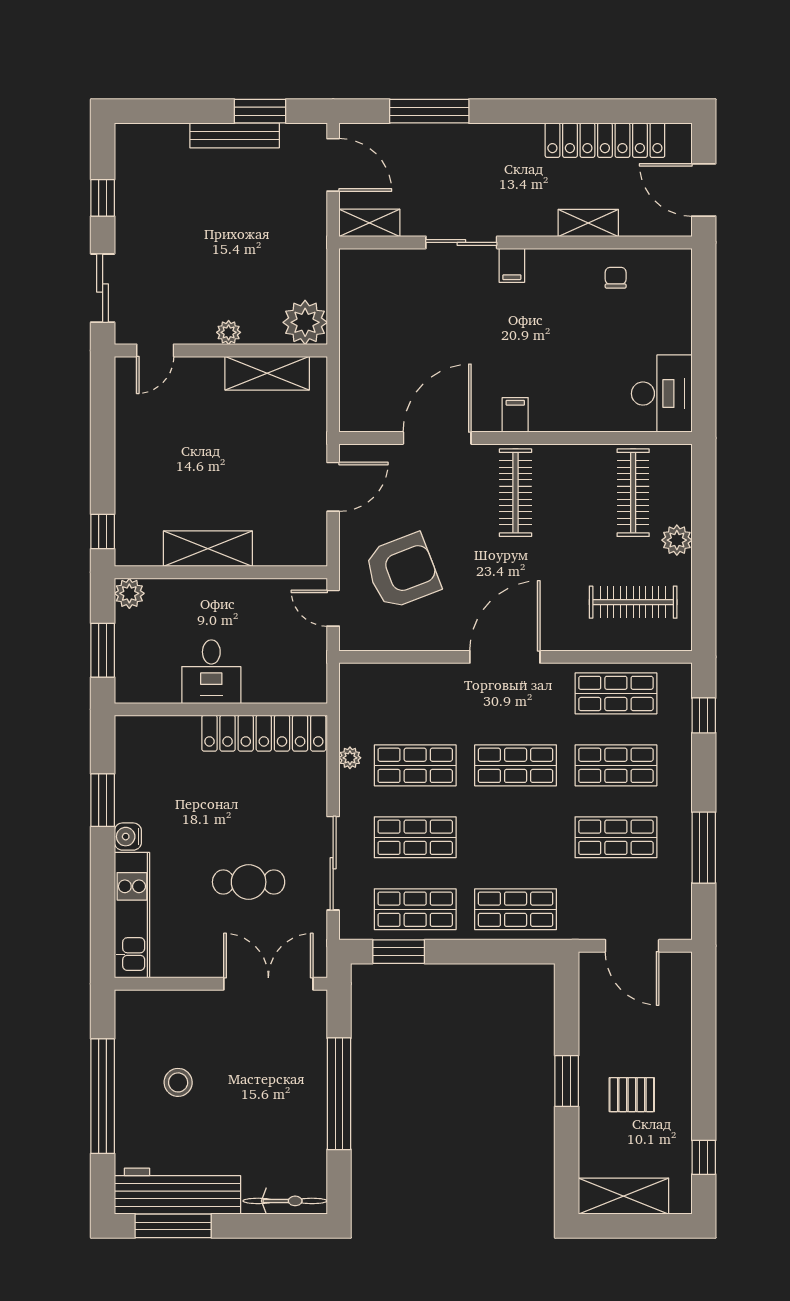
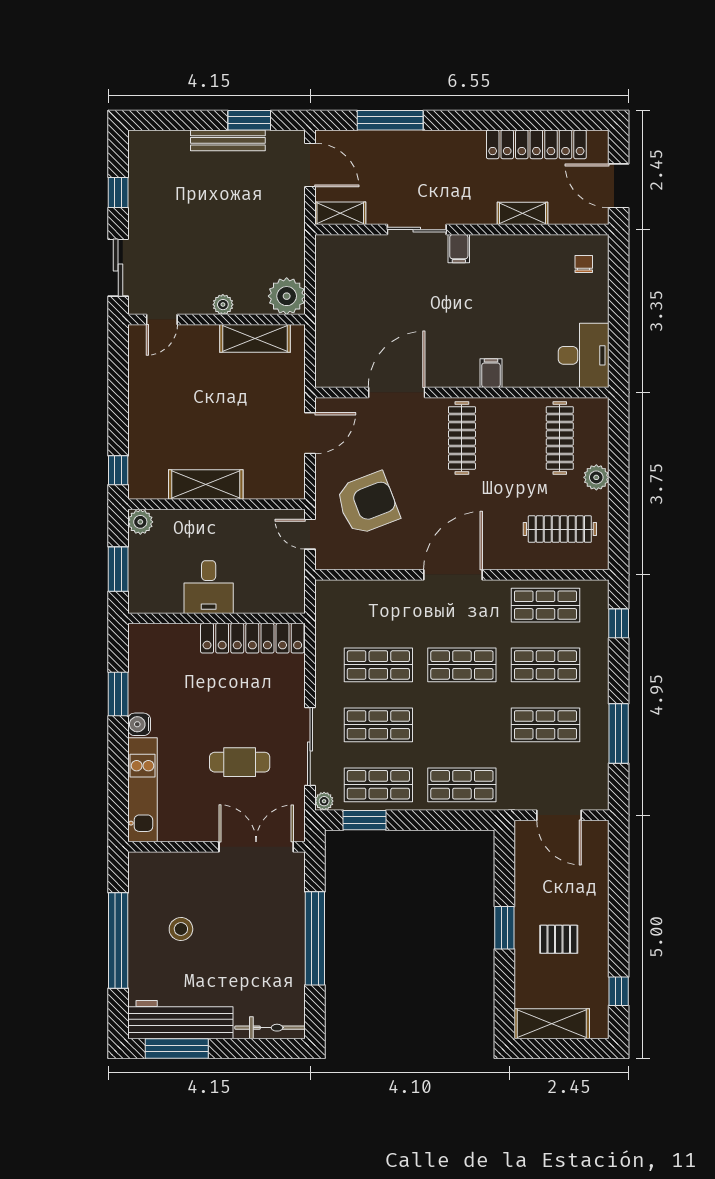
chair: (616, 278) -> (584, 264), moved
filing cabinet: (515, 415) -> (491, 373), moved
plant: (350, 758) -> (324, 801), moved

